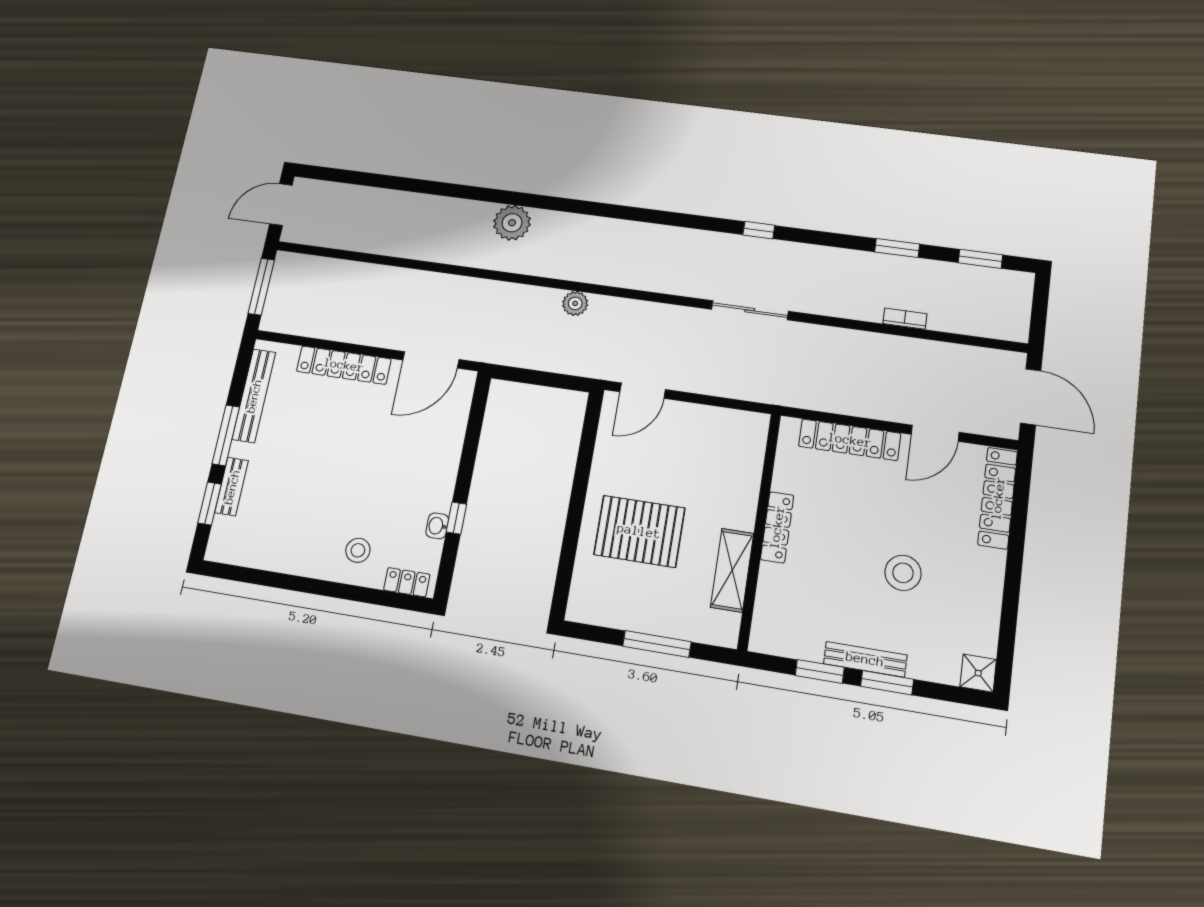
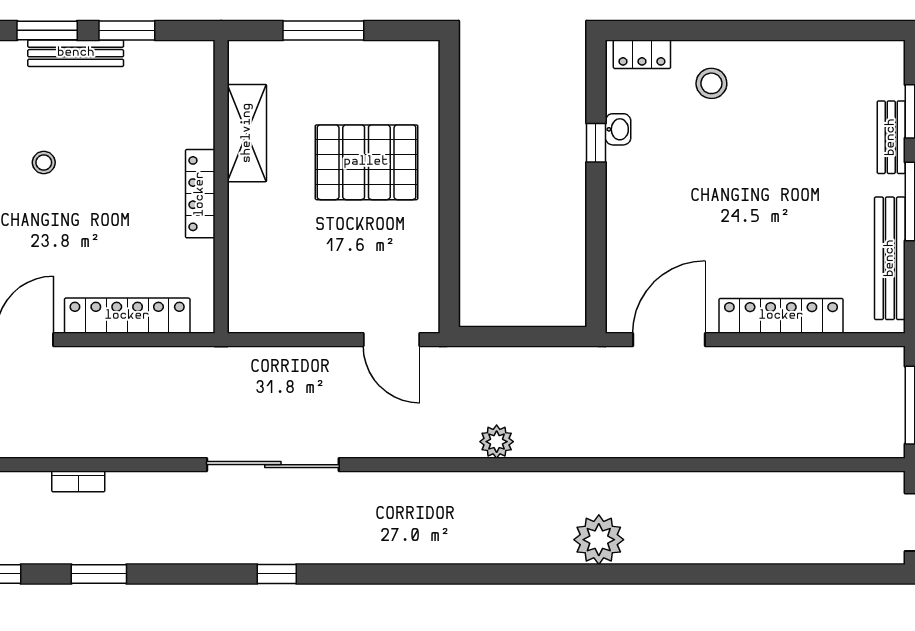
sliding door: (750, 310) -> (273, 465), width x1.36
door: (643, 391) -> (391, 340), swing flipped
stool: (903, 573) -> (44, 162), width x0.53, depth x0.53

